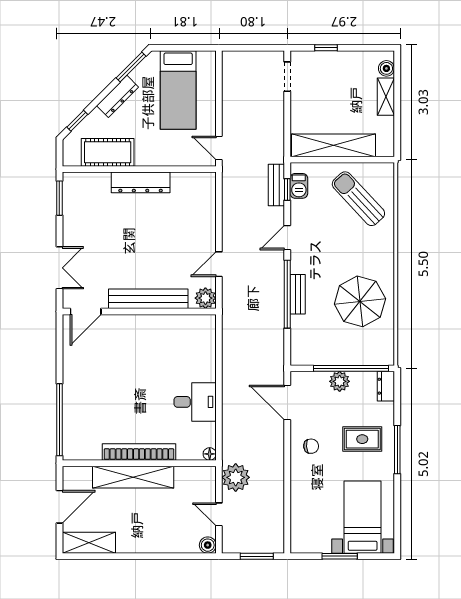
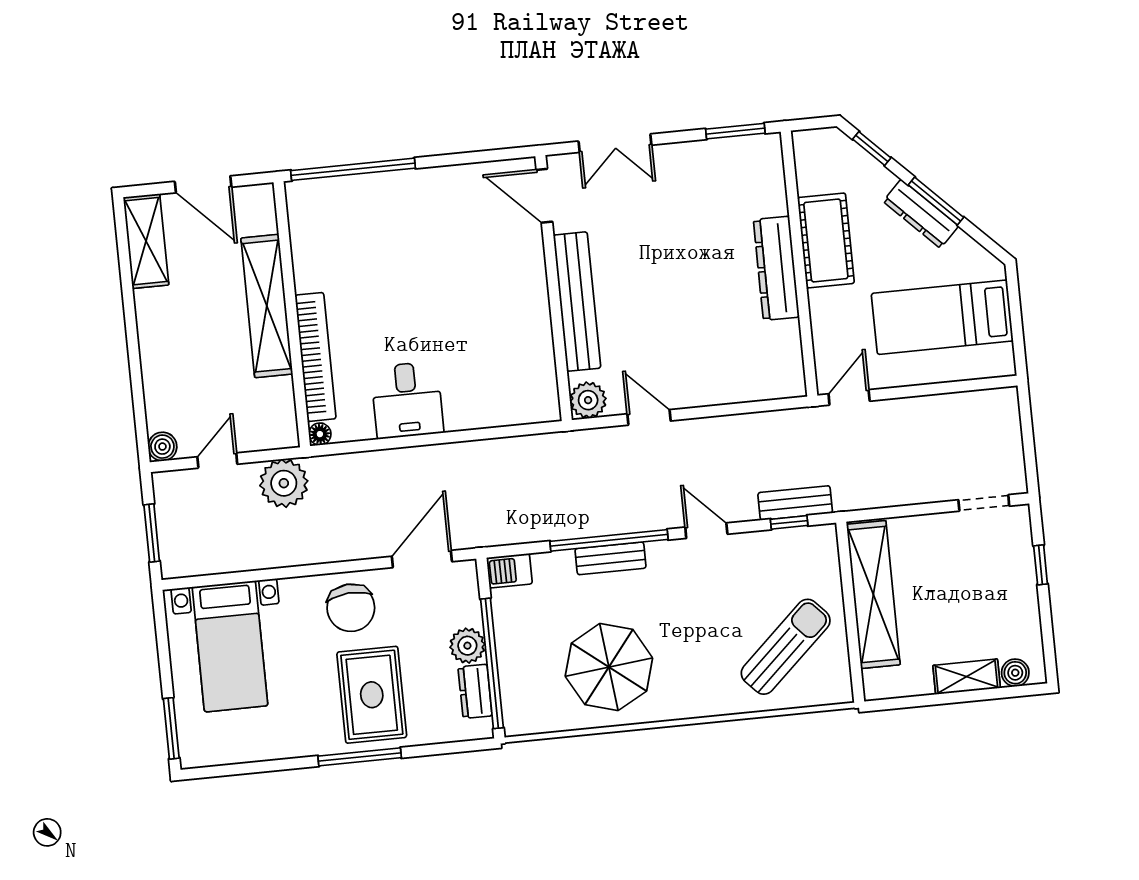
window: (131, 67) -> (936, 201), moved
cot: (108, 152) -> (826, 240), moved
barbecue: (299, 186) -> (509, 571), moved
dresser: (386, 386) -> (475, 691), moved, turned -90
rug: (362, 439) -> (372, 695), width x1.36, depth x1.43
chair: (311, 446) -> (351, 608), width x1.87, depth x1.87
bookcase: (139, 452) -> (315, 357), moved
bed with nightstands: (363, 517) -> (230, 646), moved, turned 90
window: (340, 556) -> (171, 728), moved

